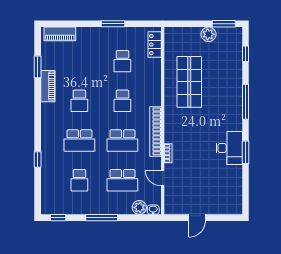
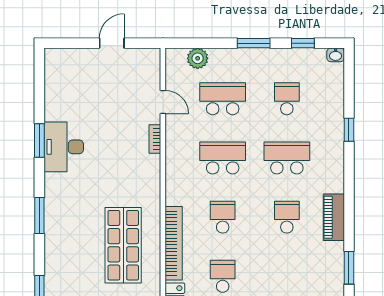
piano: (48, 86) -> (334, 217), moved
window: (246, 102) -> (39, 216), width x0.69
bookcase: (155, 131) -> (174, 243), moved
washbasin: (153, 210) -> (336, 55), moved
window: (58, 218) -> (303, 43), moved
window: (102, 218) -> (254, 43), width x0.69

